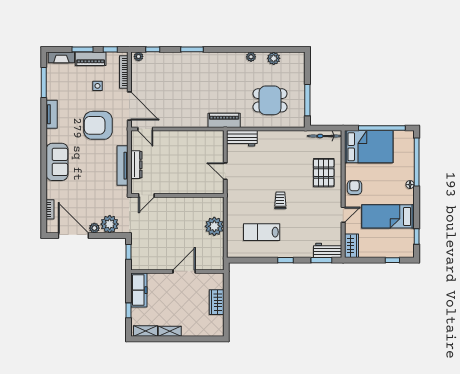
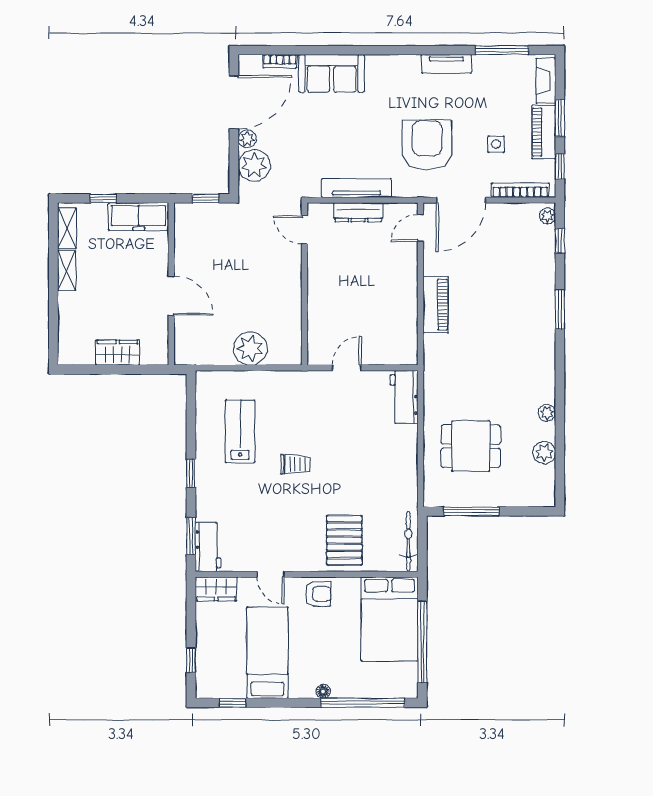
dining table: (270, 100) -> (471, 446), turned 90
piano: (224, 120) -> (436, 305), moved
sofa: (57, 162) -> (332, 73), moved
pallet: (324, 173) -> (344, 540), turned 90

